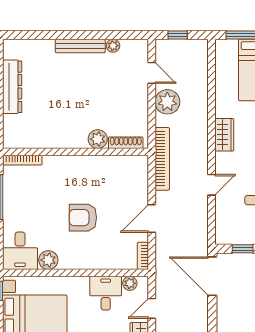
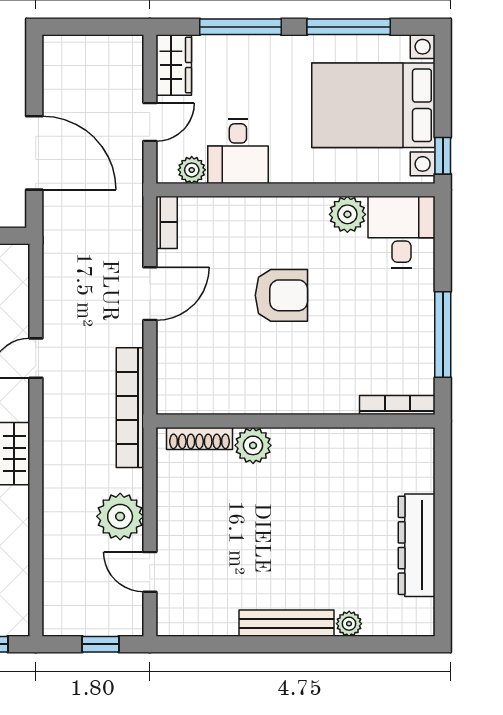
plant: (113, 46) -> (349, 624), moved
door: (212, 276) -> (34, 153), moved

